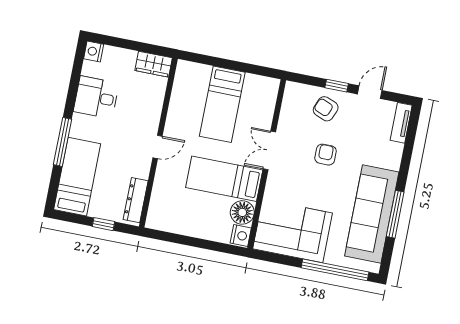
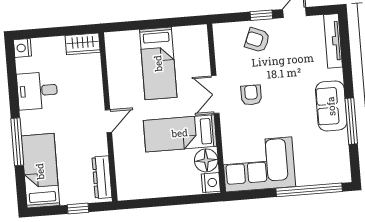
tv unit: (401, 123) -> (333, 41), width x1.41
armchair: (326, 155) -> (251, 95), moved
sofa: (372, 214) -> (331, 106), width x0.54, depth x0.79

